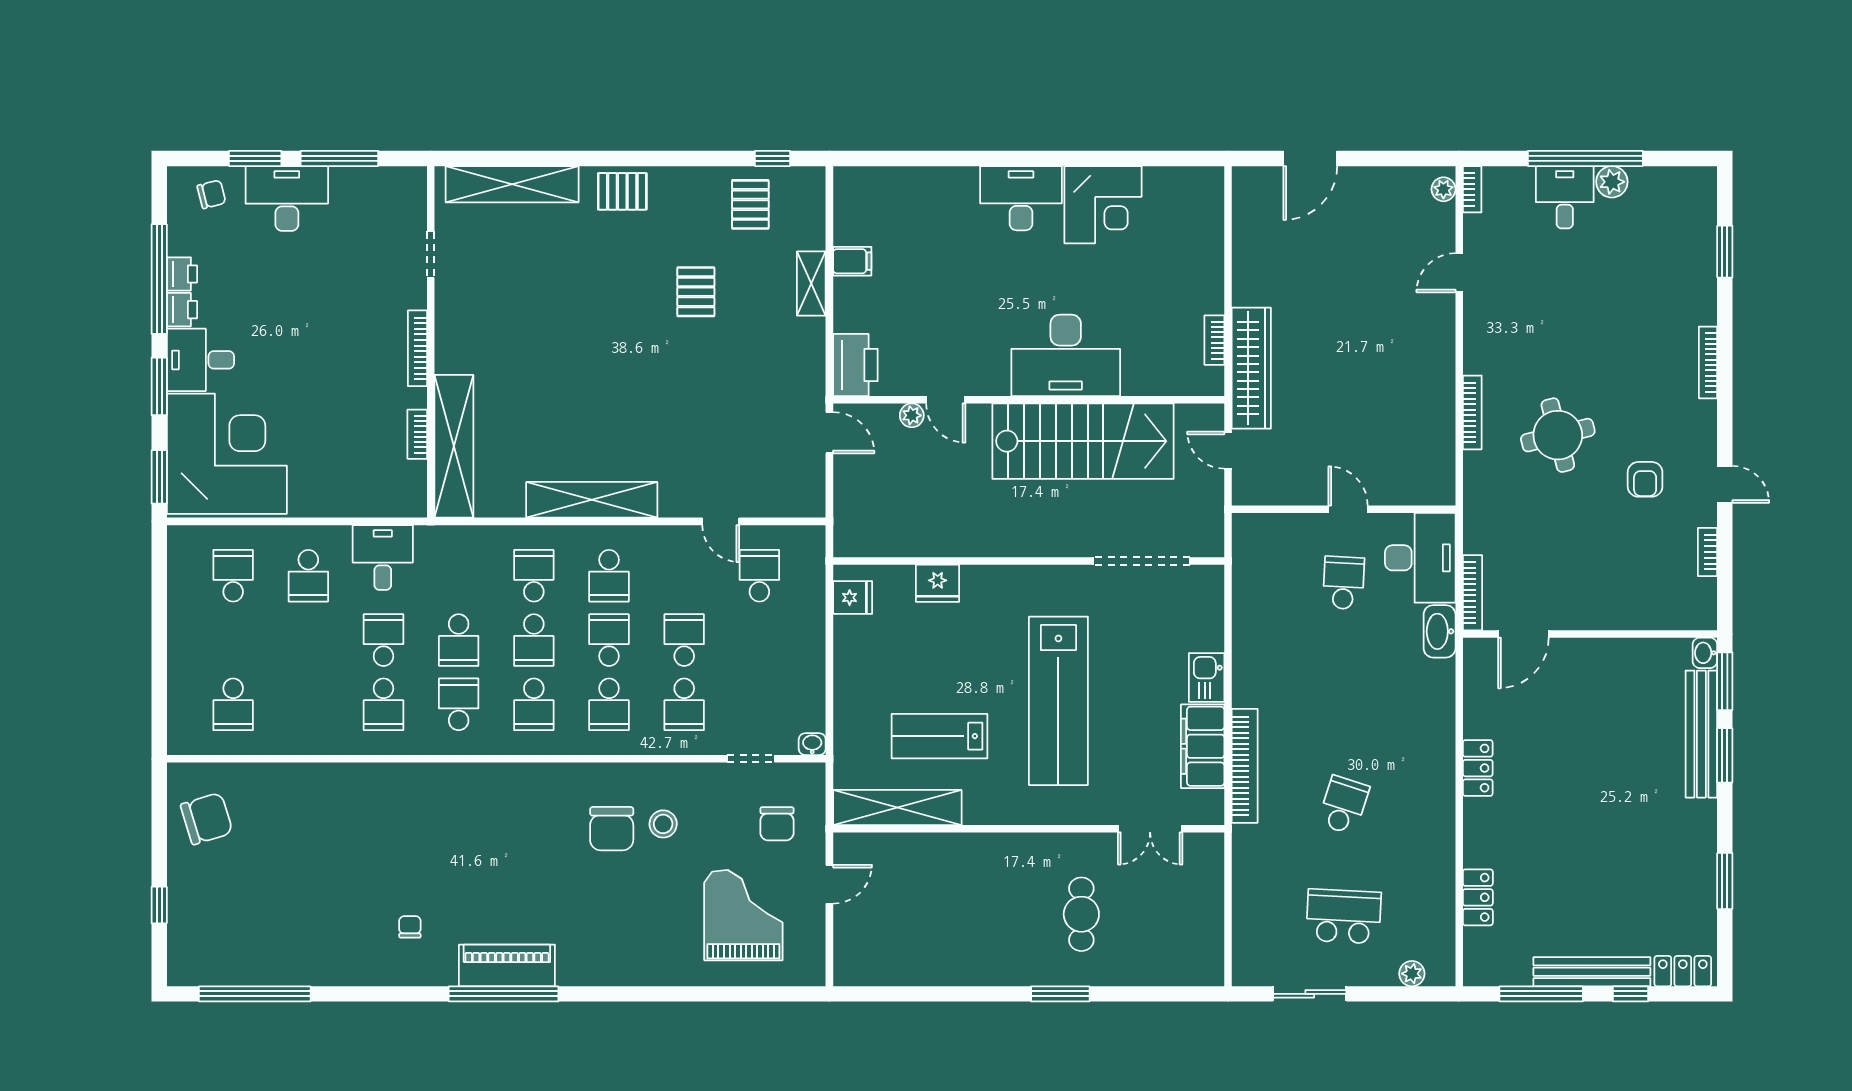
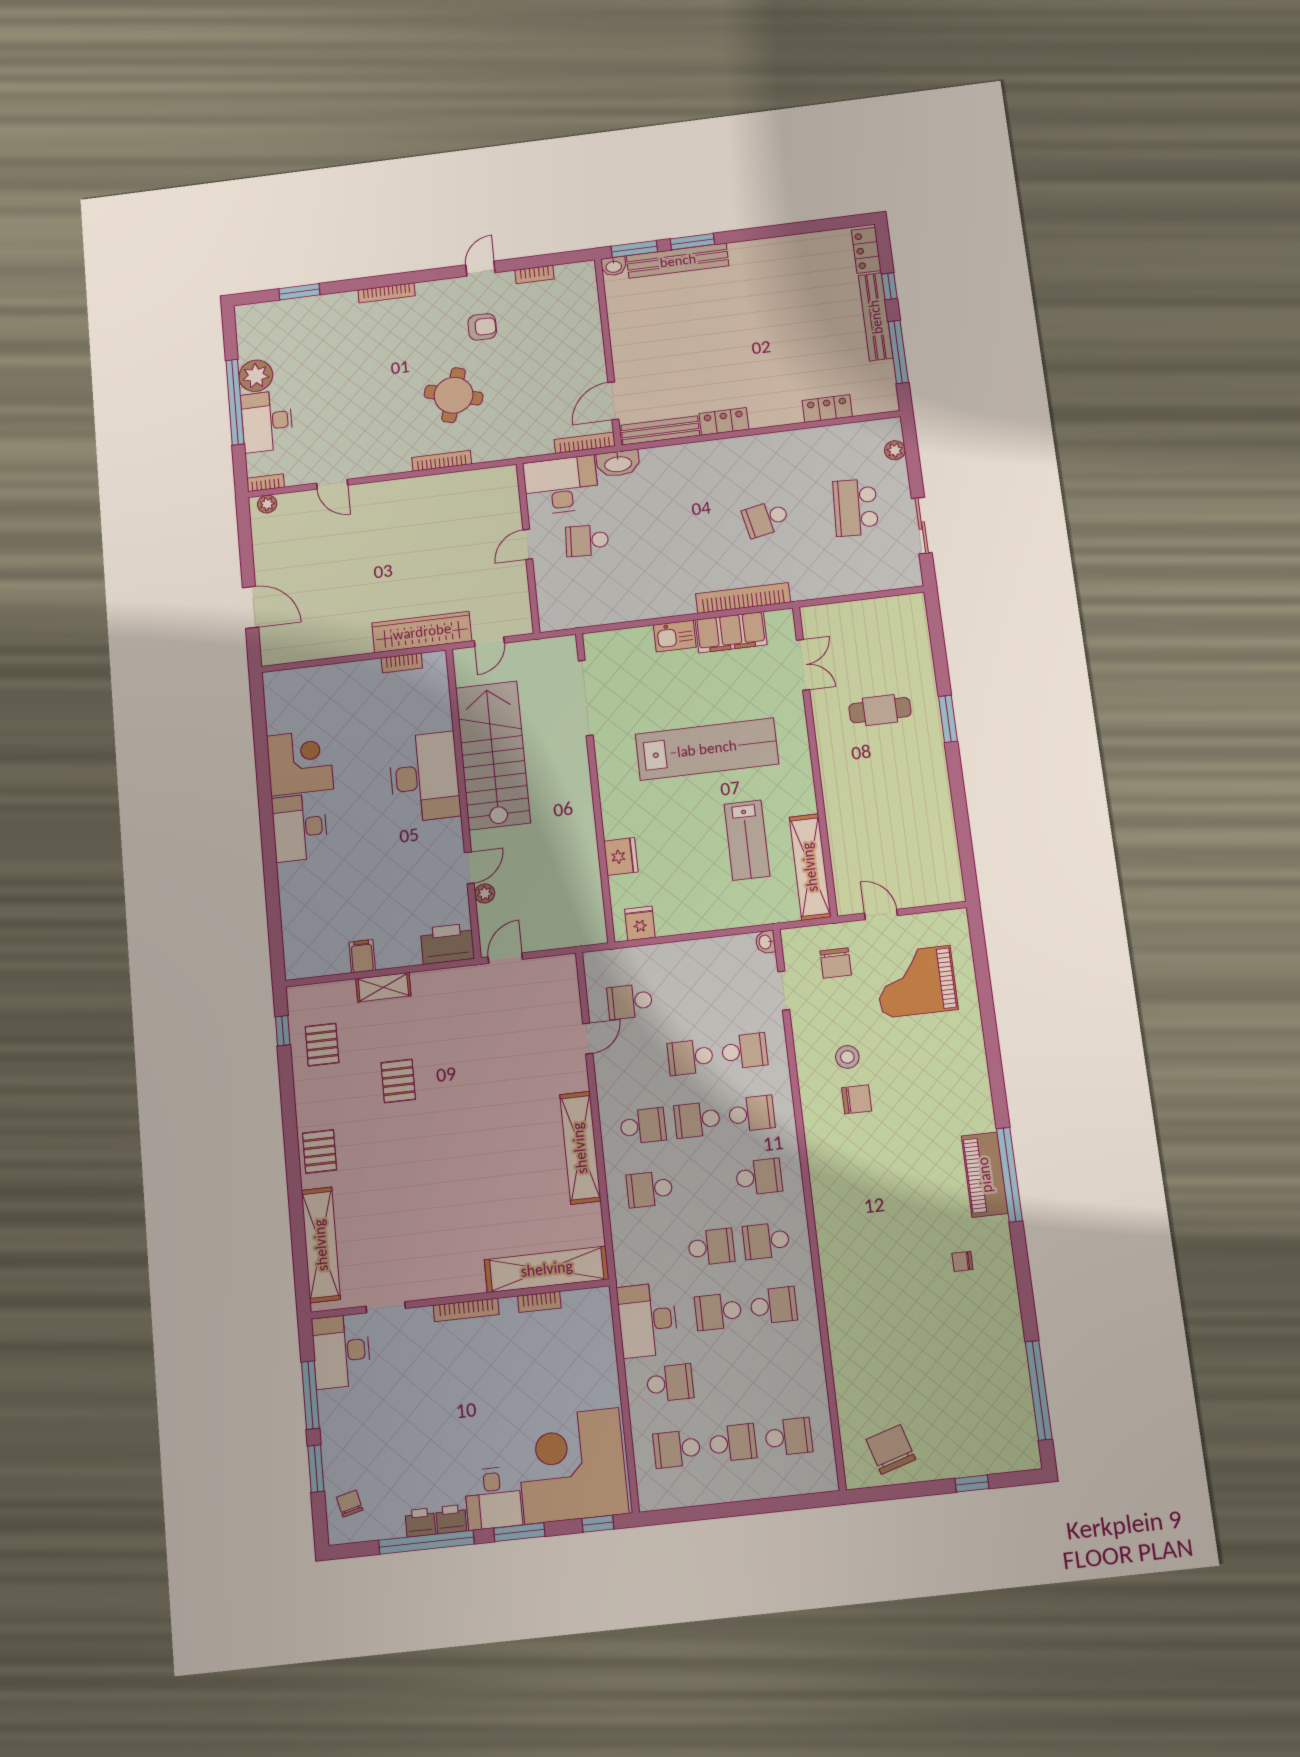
plant: (1612, 182) -> (256, 376), width x1.36, depth x1.36
desk: (1565, 197) -> (267, 421), width x1.37
desk: (287, 198) -> (341, 1351), moved
pallet: (750, 204) -> (322, 1045), turned 90
pallet: (696, 292) -> (398, 1081), turned 90
round table: (1558, 435) -> (454, 395), turned 30
window: (159, 477) -> (598, 1524), width x0.67
desk: (383, 557) -> (648, 1320), width x1.37
door: (1523, 634) -> (613, 401), swing flipped
school desk: (534, 640) -> (733, 1443), moved
bench: (1476, 688) -> (660, 430), added
school desk: (1344, 805) -> (766, 519), turned -30
chair: (777, 824) -> (836, 963), turned 90
chair: (612, 829) -> (857, 1099), width x0.73, depth x0.73
window: (1725, 881) -> (791, 229), removed

